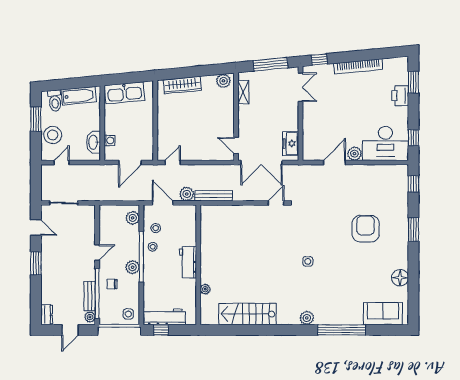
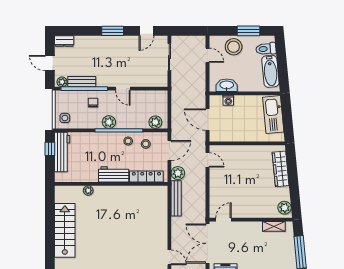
locker: (190, 227) -> (146, 177), added

